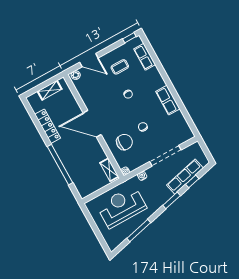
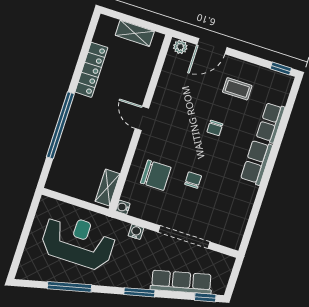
row of seats: (145, 57) -> (270, 123), moved
door: (89, 60) -> (212, 46), hinge flipped
row of seats: (168, 100) -> (256, 162), moved
door: (92, 124) -> (142, 118), width x0.53
window: (192, 181) -> (205, 297), moved

